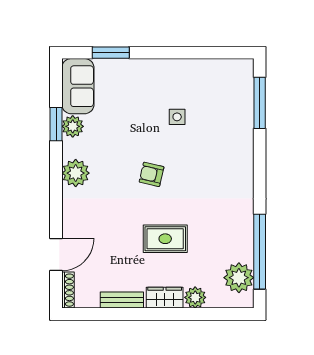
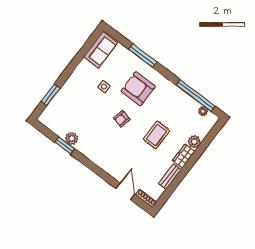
sofa: (78, 86) -> (101, 50), moved, turned 90
window: (260, 103) -> (143, 55), moved
armchair: (209, 166) -> (138, 89), added
plant: (76, 173) -> (94, 154), removed
plant: (239, 278) -> (203, 111), width x0.53, depth x0.53

